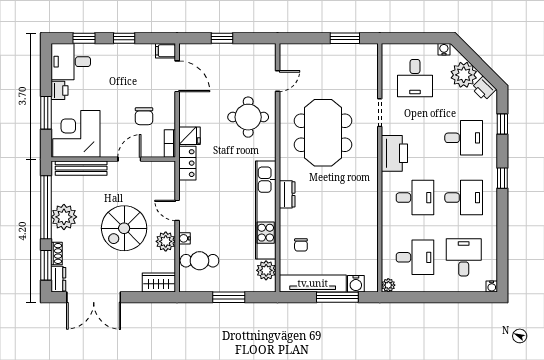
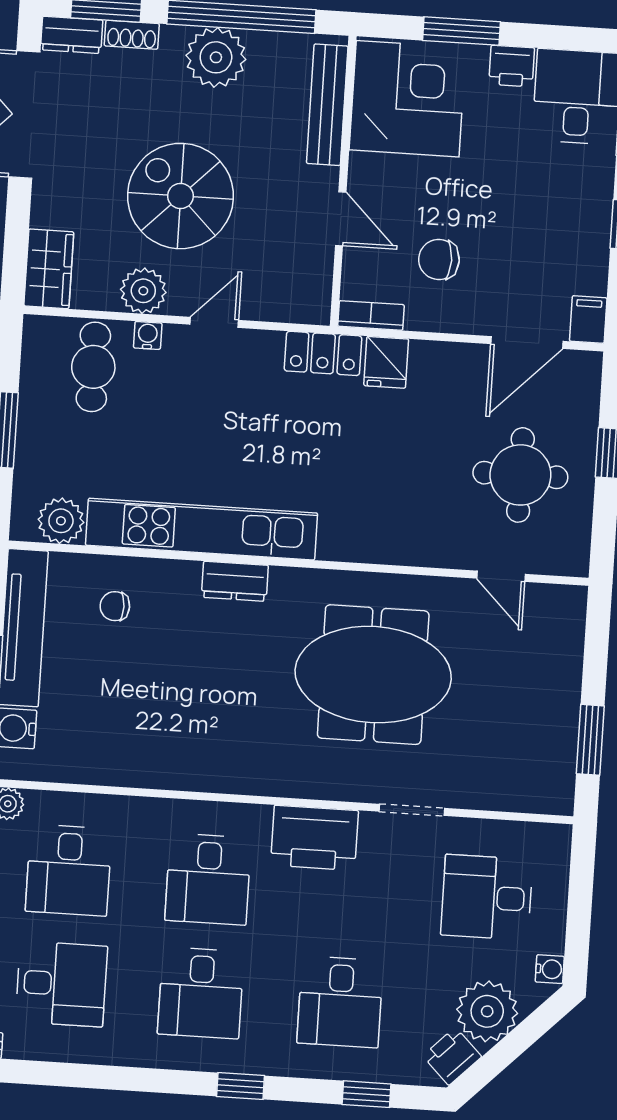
round table: (248, 117) -> (520, 475), moved

